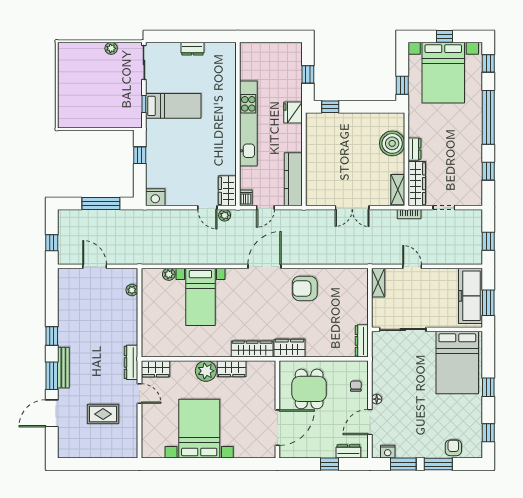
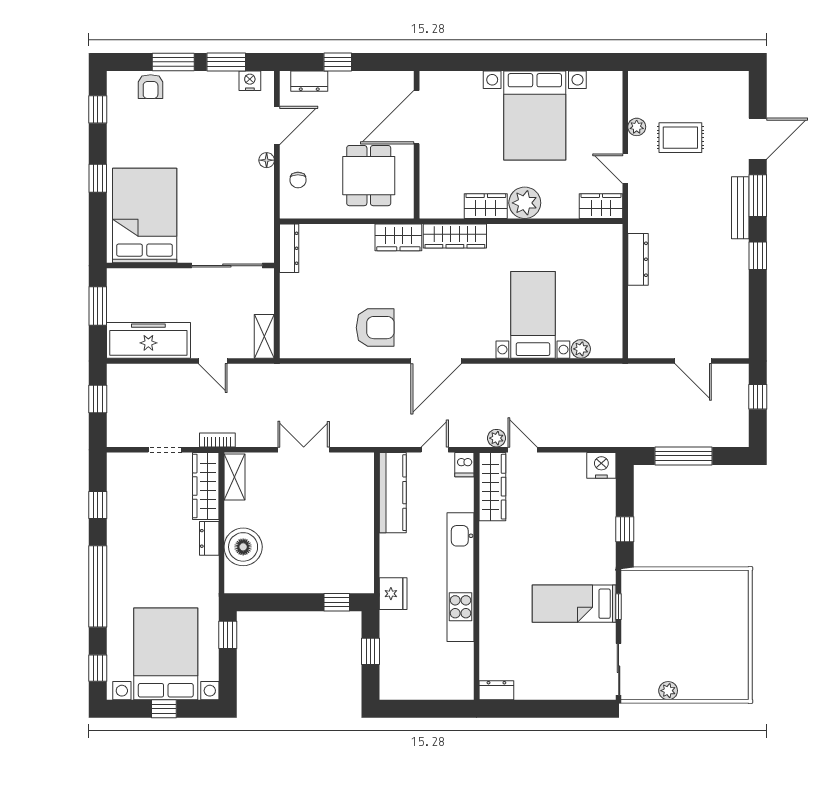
dresser: (192, 49) -> (496, 690), moved
wardrobe: (227, 191) -> (492, 487), width x1.50
plant: (132, 290) -> (637, 127), moved
freezer: (471, 296) -> (148, 340), moved, turned -90
dresser: (131, 362) -> (638, 259), moved

